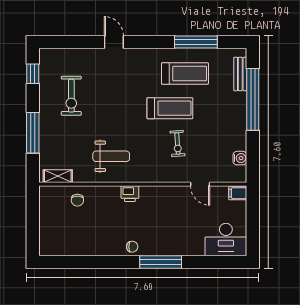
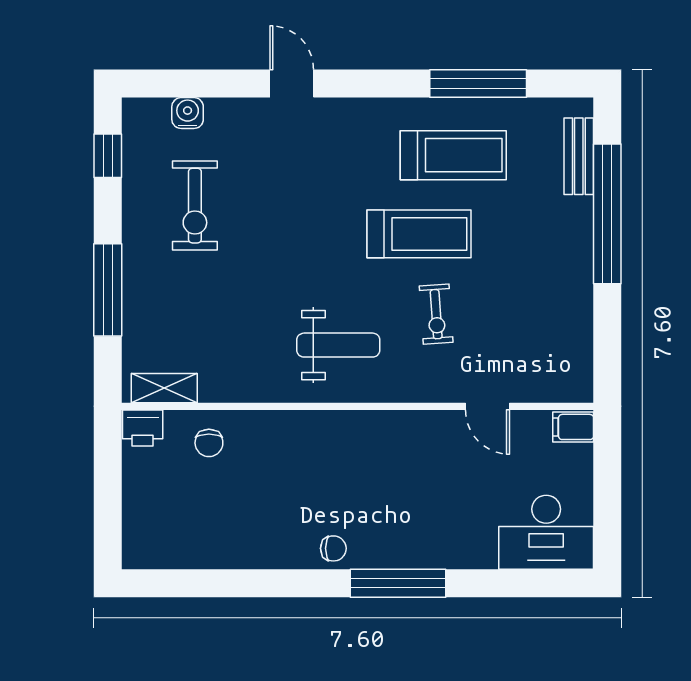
weight bench: (111, 156) -> (338, 345), moved
water cooler: (240, 158) -> (188, 113), moved, turned -90
printer: (130, 194) -> (143, 428), moved

